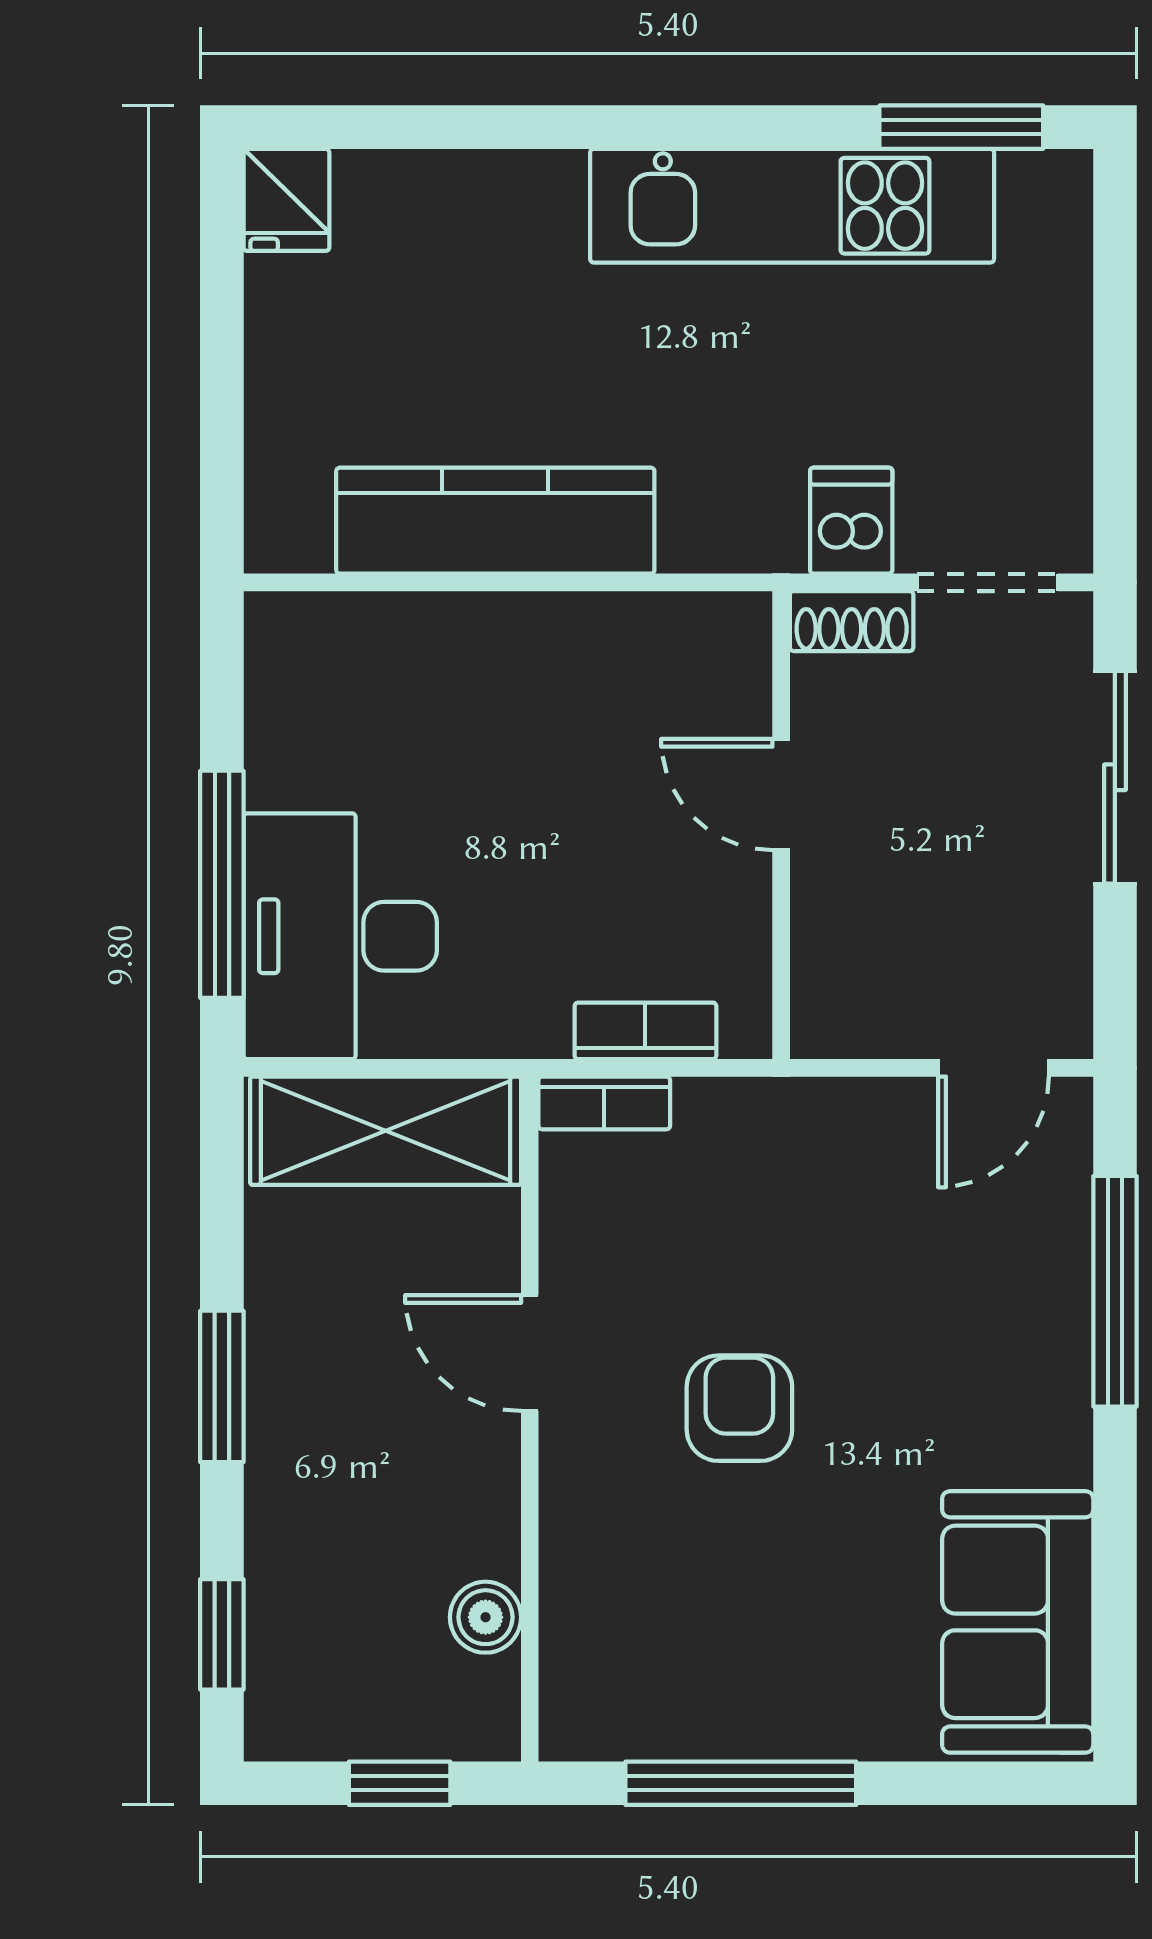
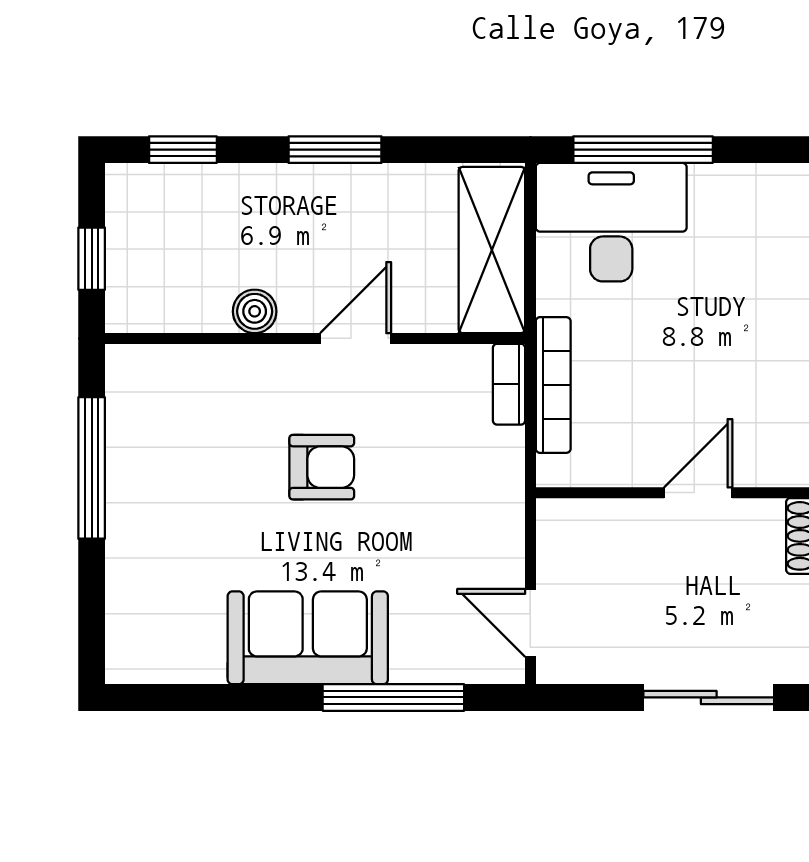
bookcase: (645, 1031) -> (553, 385), width x1.56
boiler: (485, 1617) -> (255, 311), moved
sofa: (1018, 1622) -> (308, 638), moved

